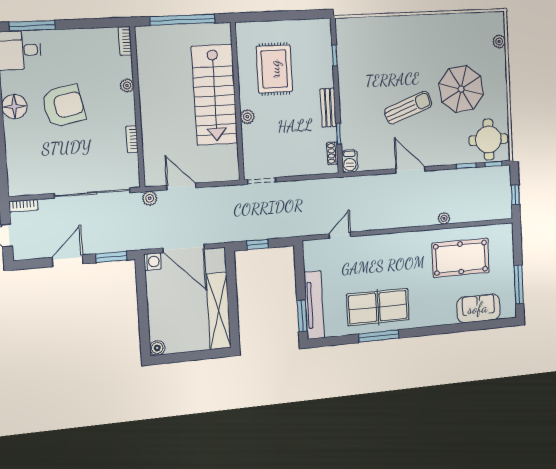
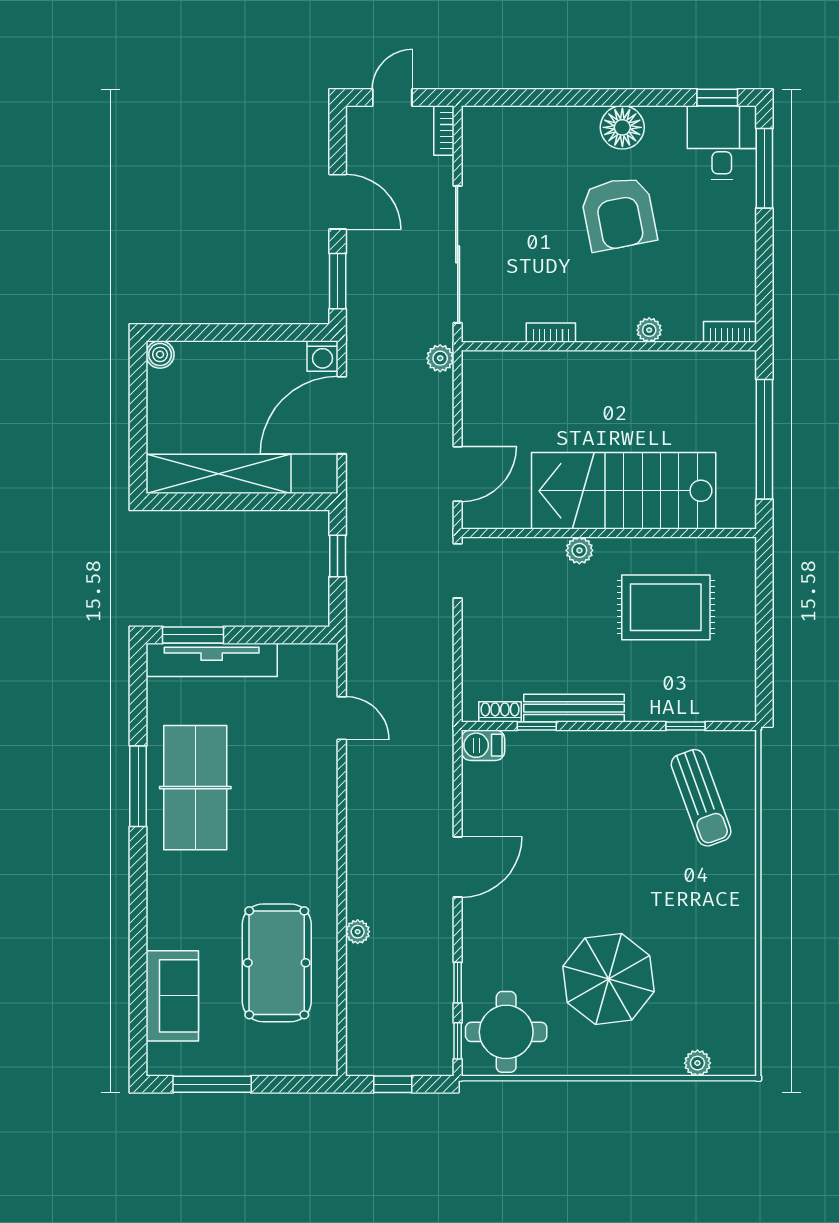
bench: (328, 108) -> (574, 708), width x1.36
sun lounger: (408, 108) -> (701, 798), moved
door: (181, 187) -> (458, 474), moved

